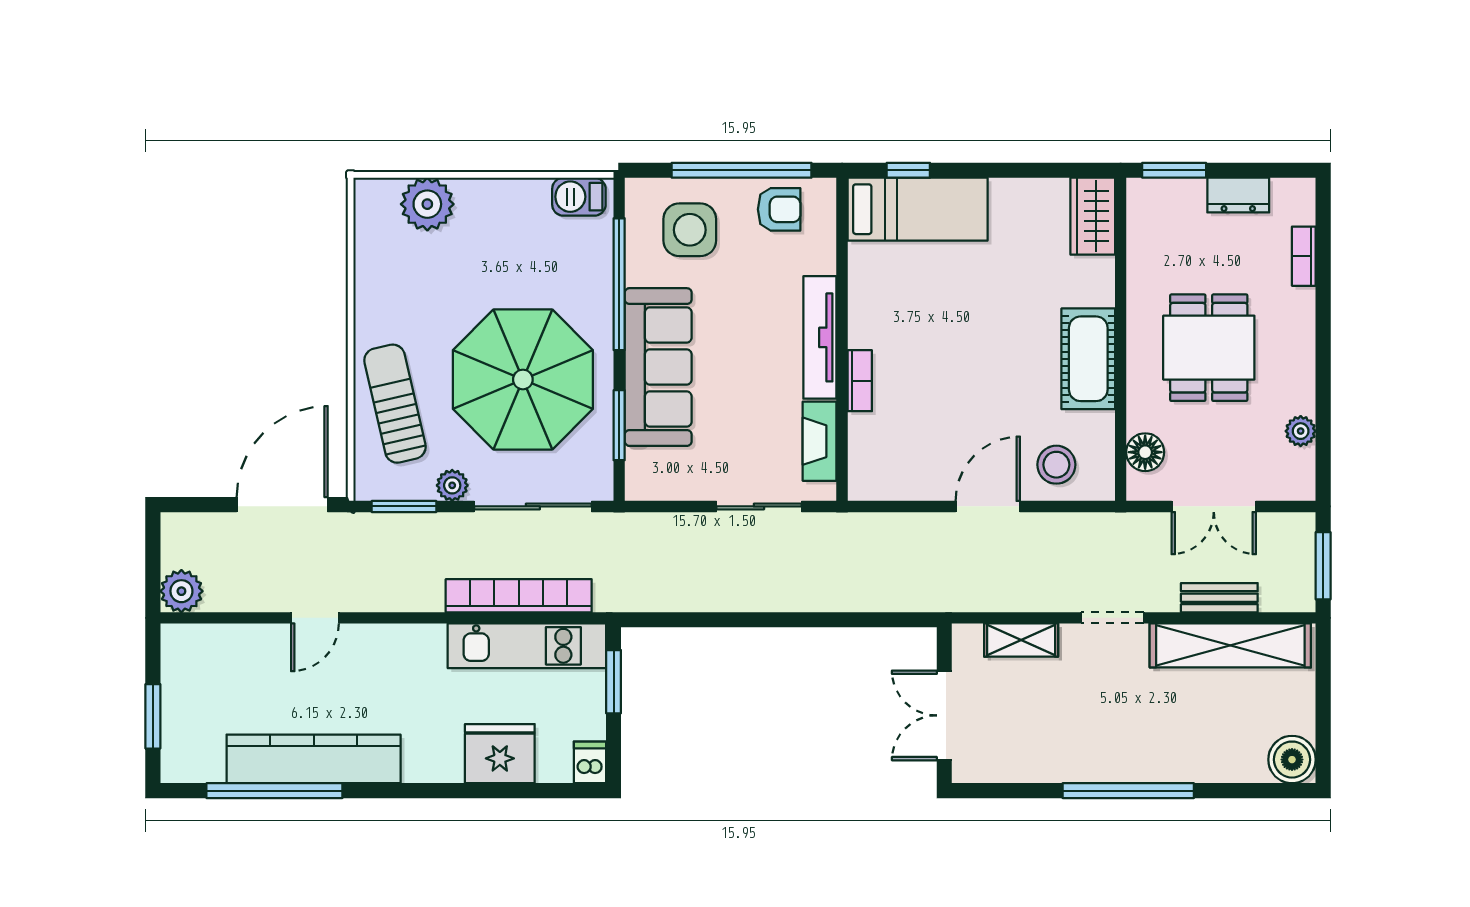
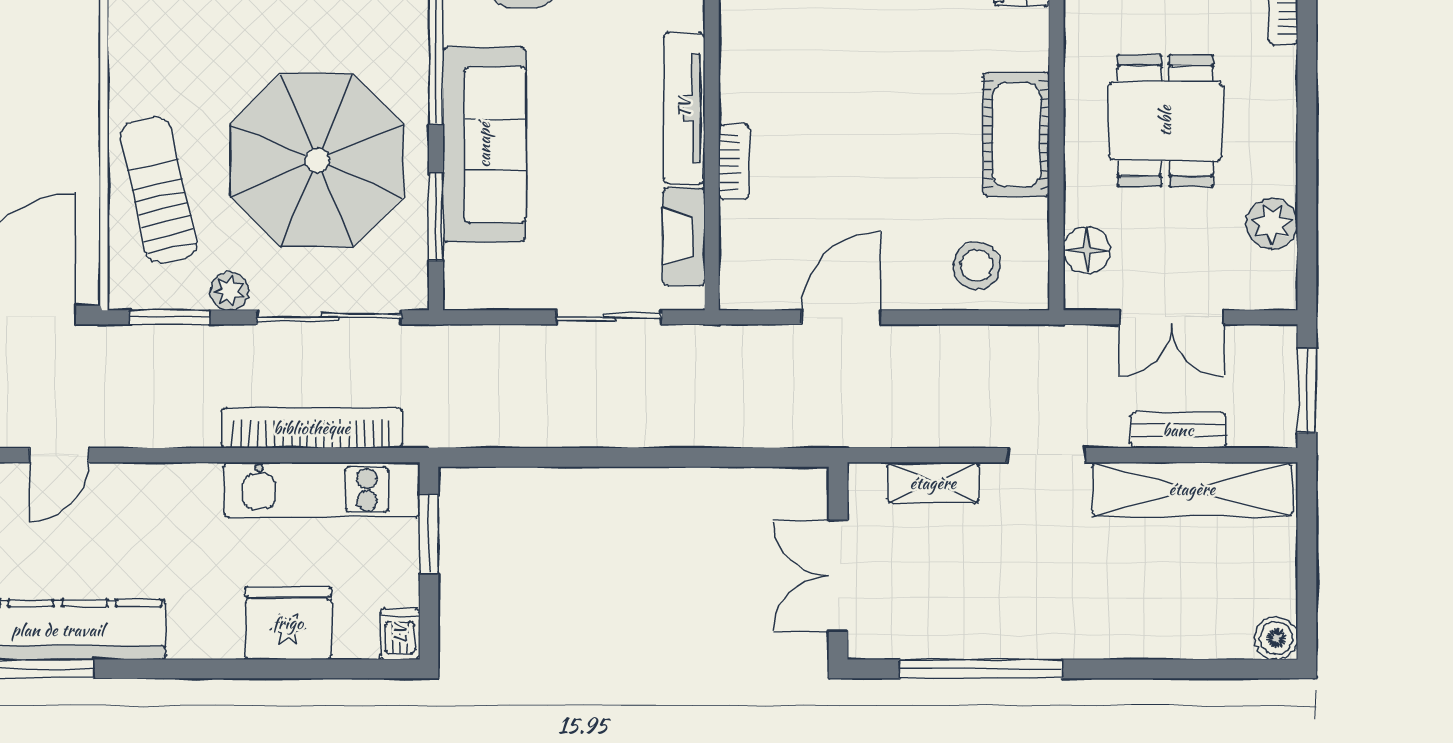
plant: (1301, 431) -> (1272, 224), width x1.38, depth x1.38
door: (988, 506) -> (841, 317), moved
boiler: (1292, 760) -> (1276, 638), width x0.73, depth x0.73
window: (1128, 791) -> (981, 669), moved

